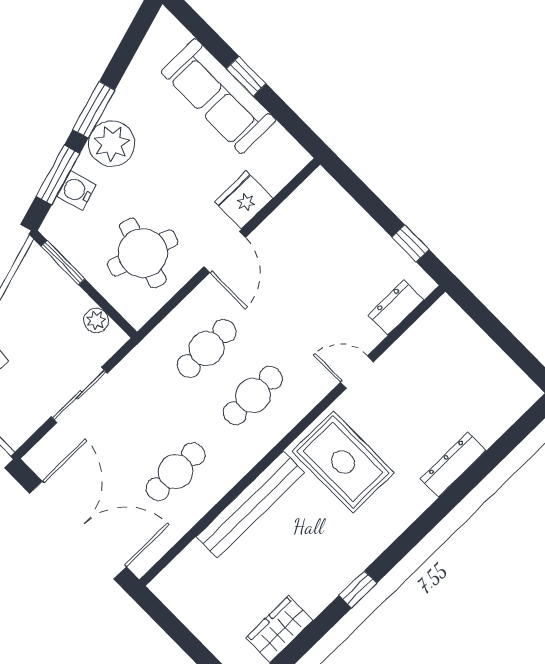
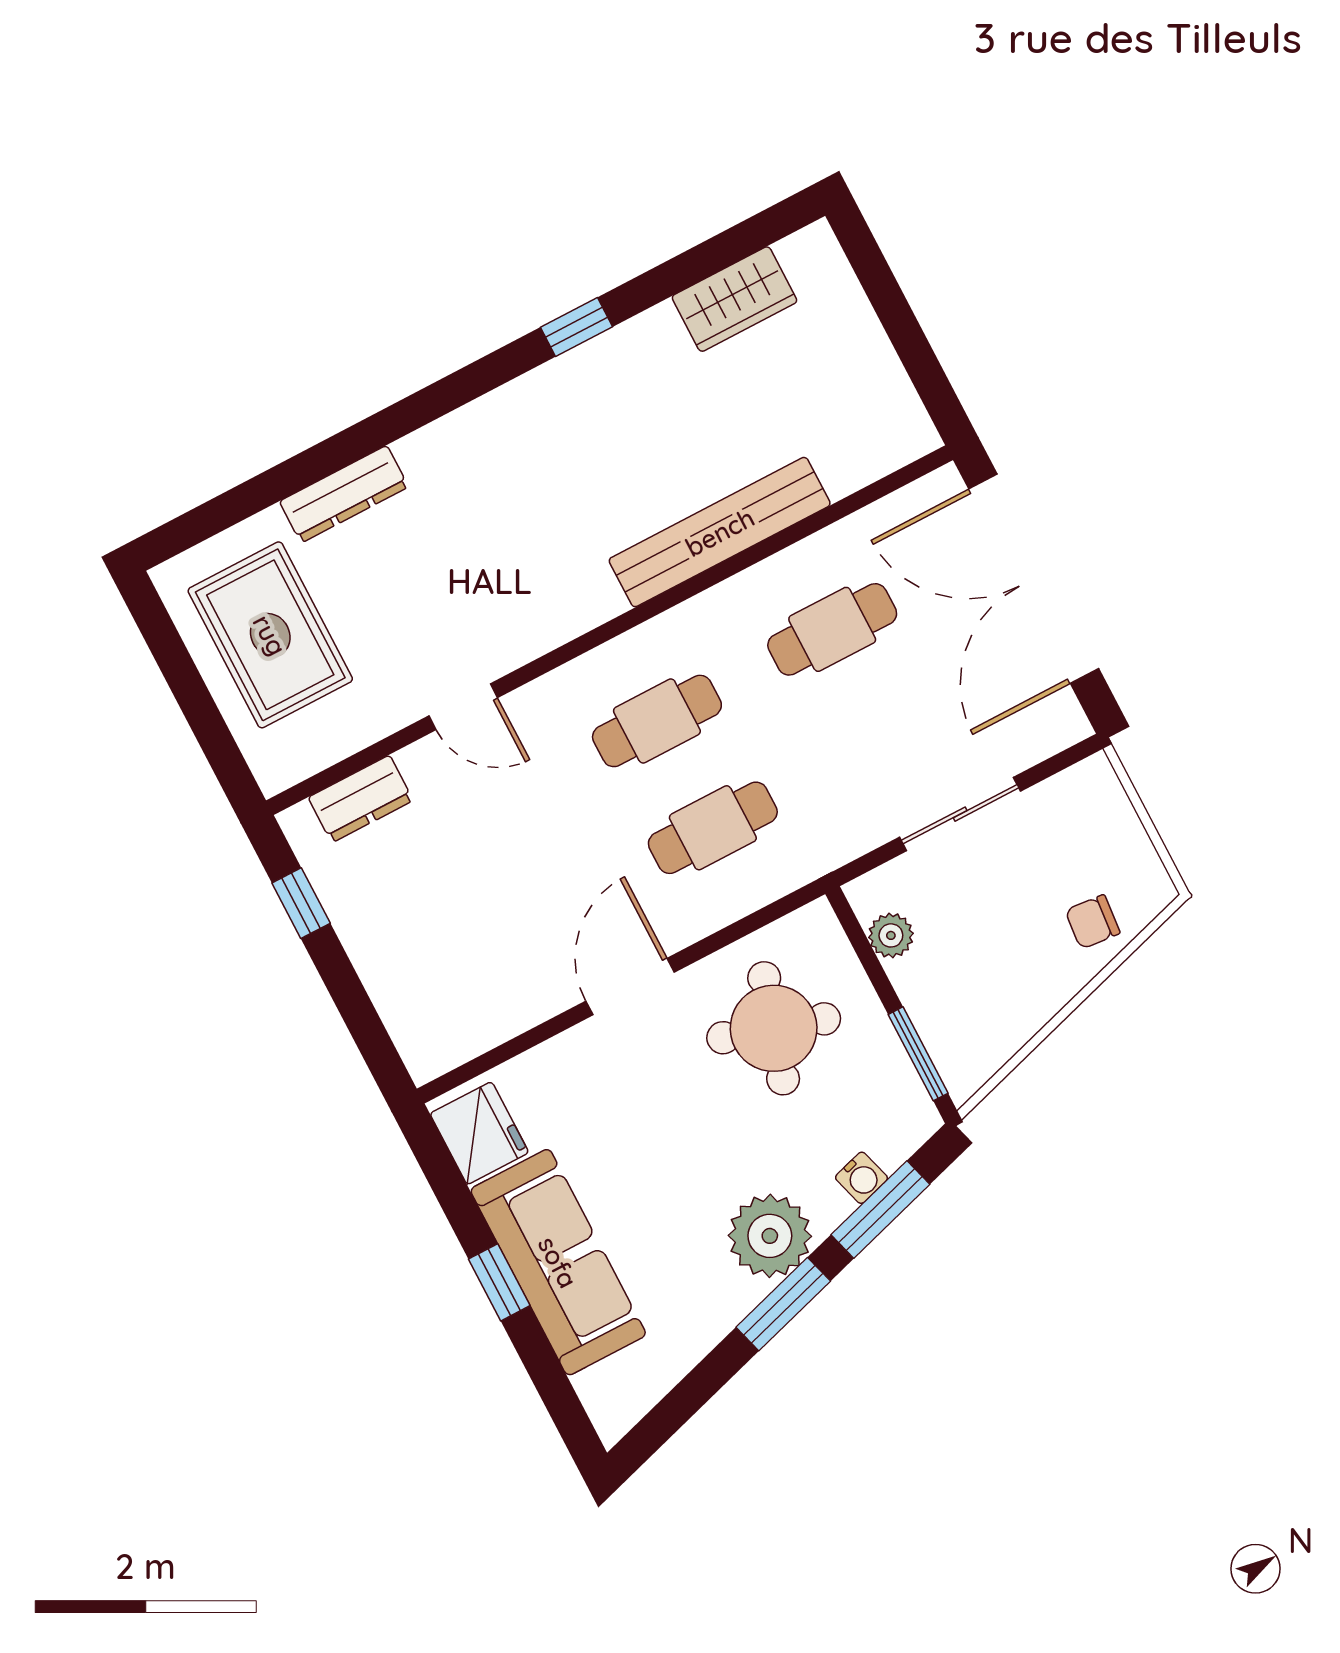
water cooler: (76, 191) -> (861, 1178), width x0.72, depth x0.72
fridge: (244, 200) -> (479, 1133), moved, turned -90
rug: (343, 462) -> (270, 635), moved

